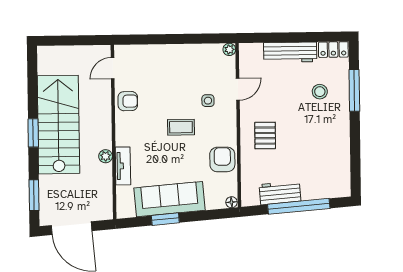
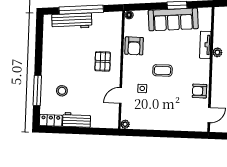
workbench: (290, 52) -> (77, 120), width x0.73
workbench: (280, 193) -> (72, 21), moved, width x1.38

